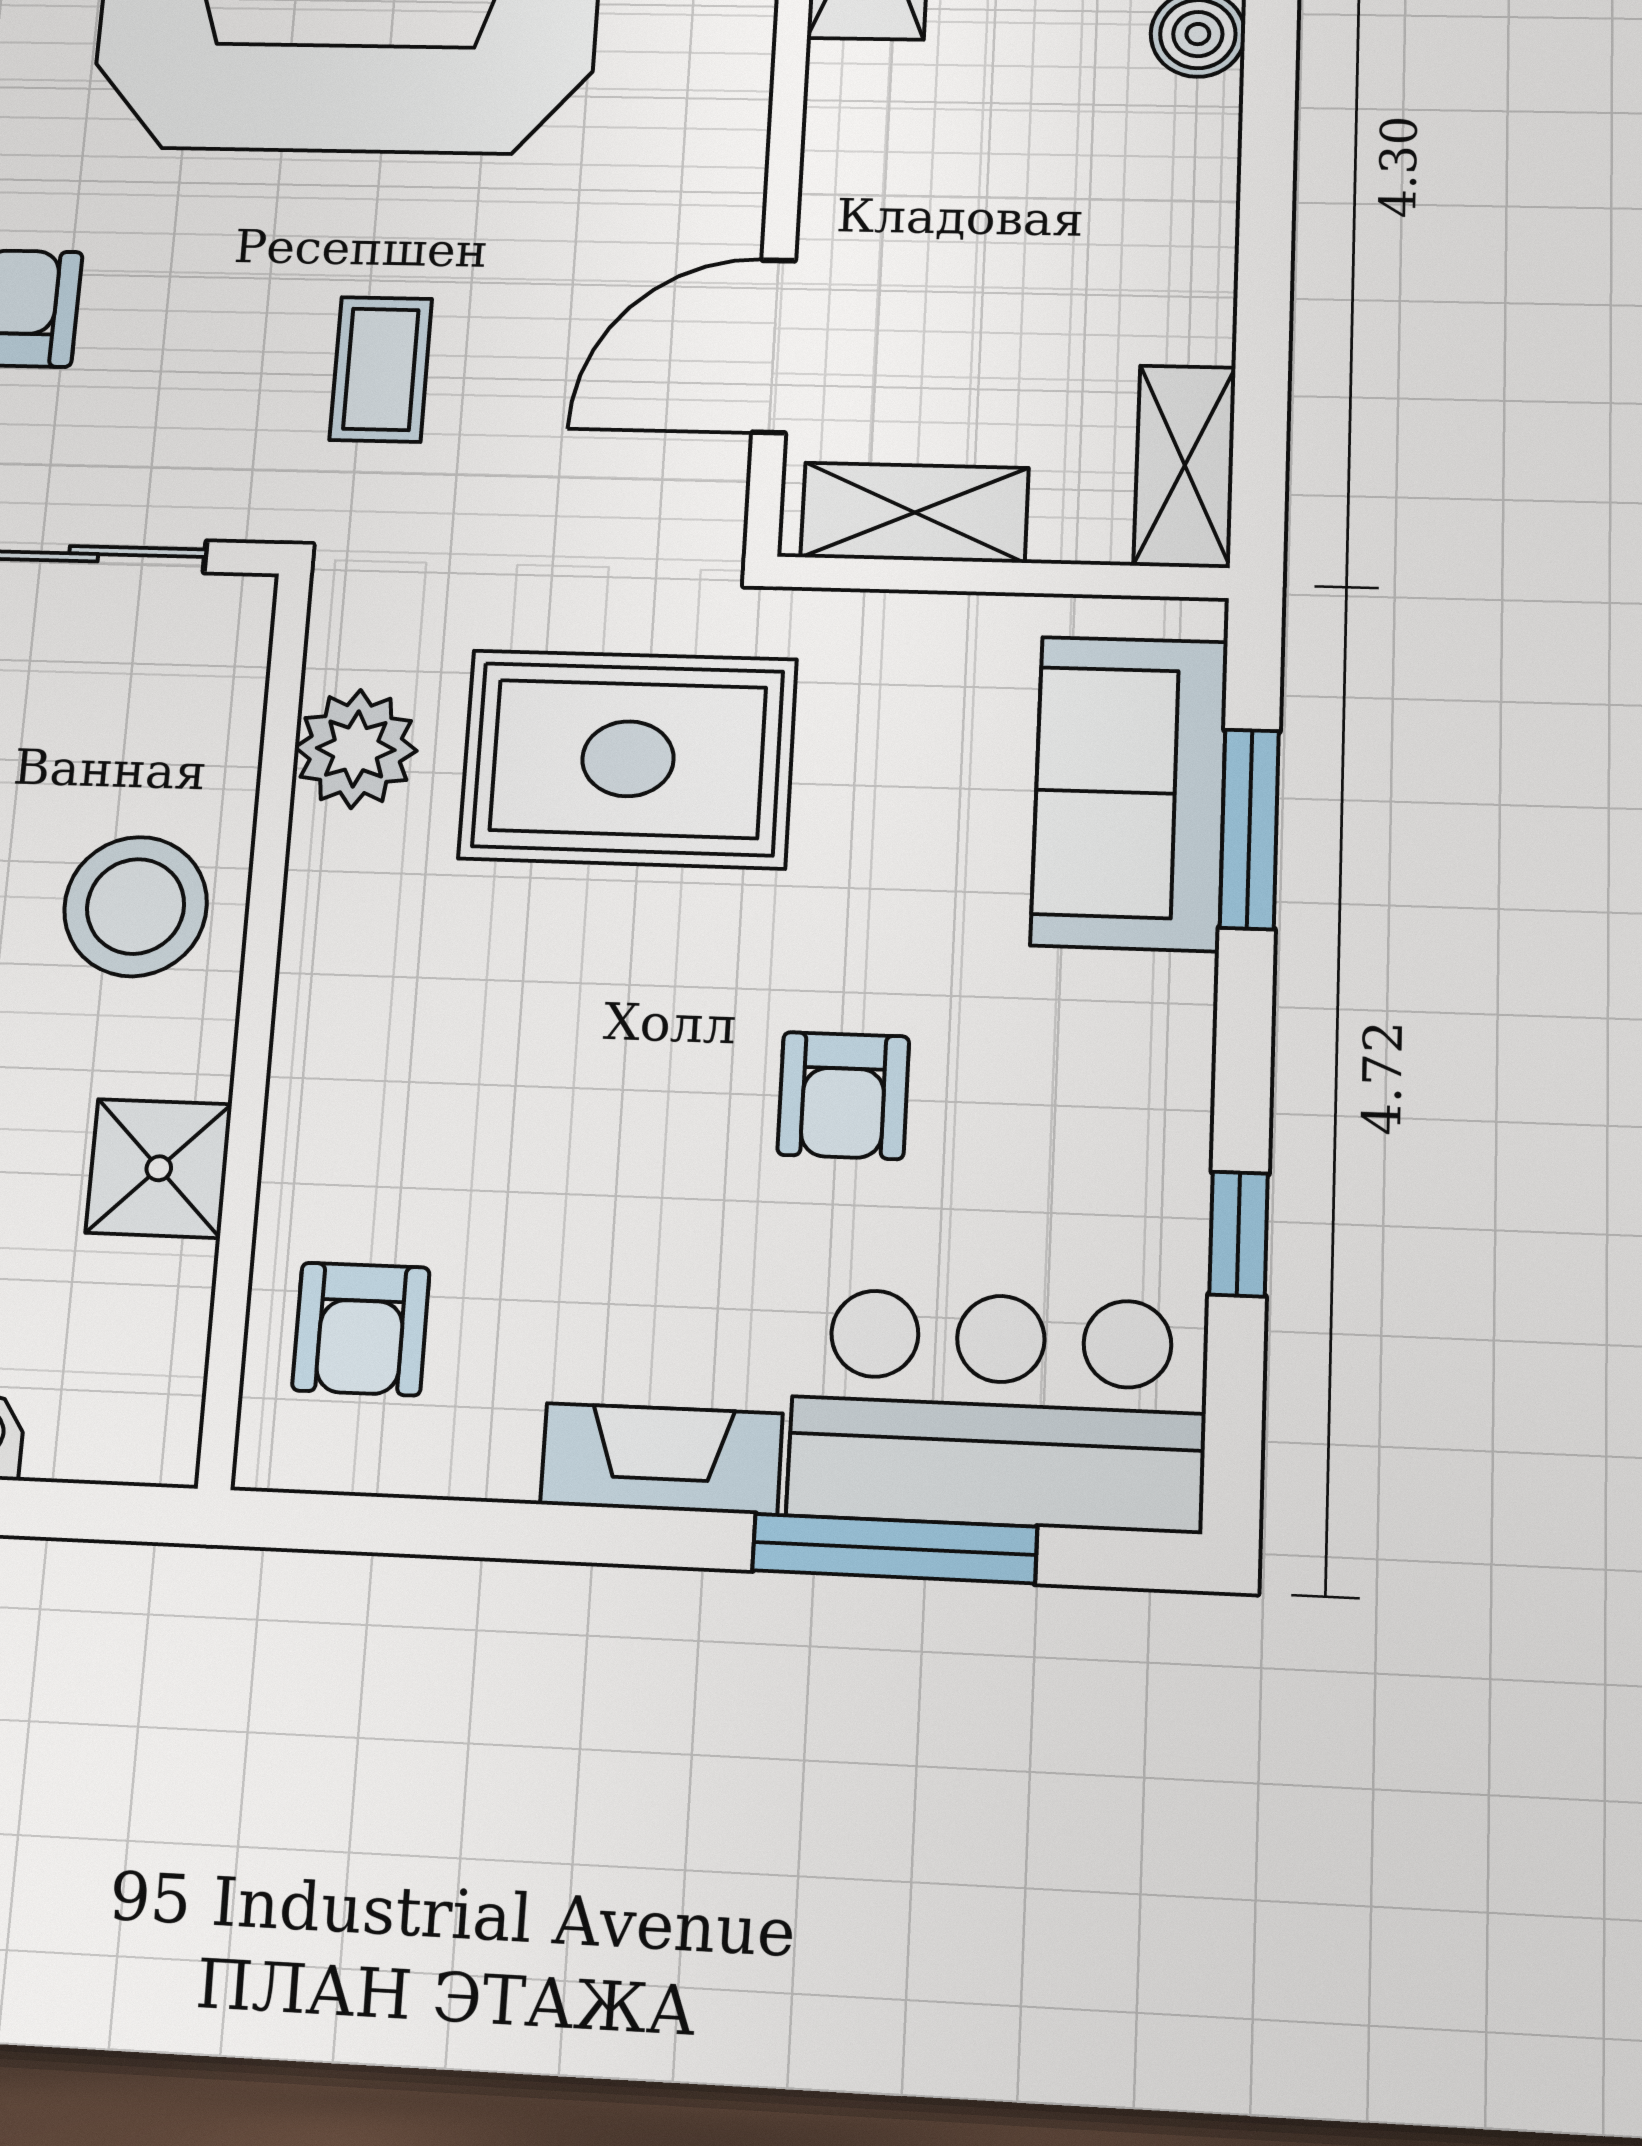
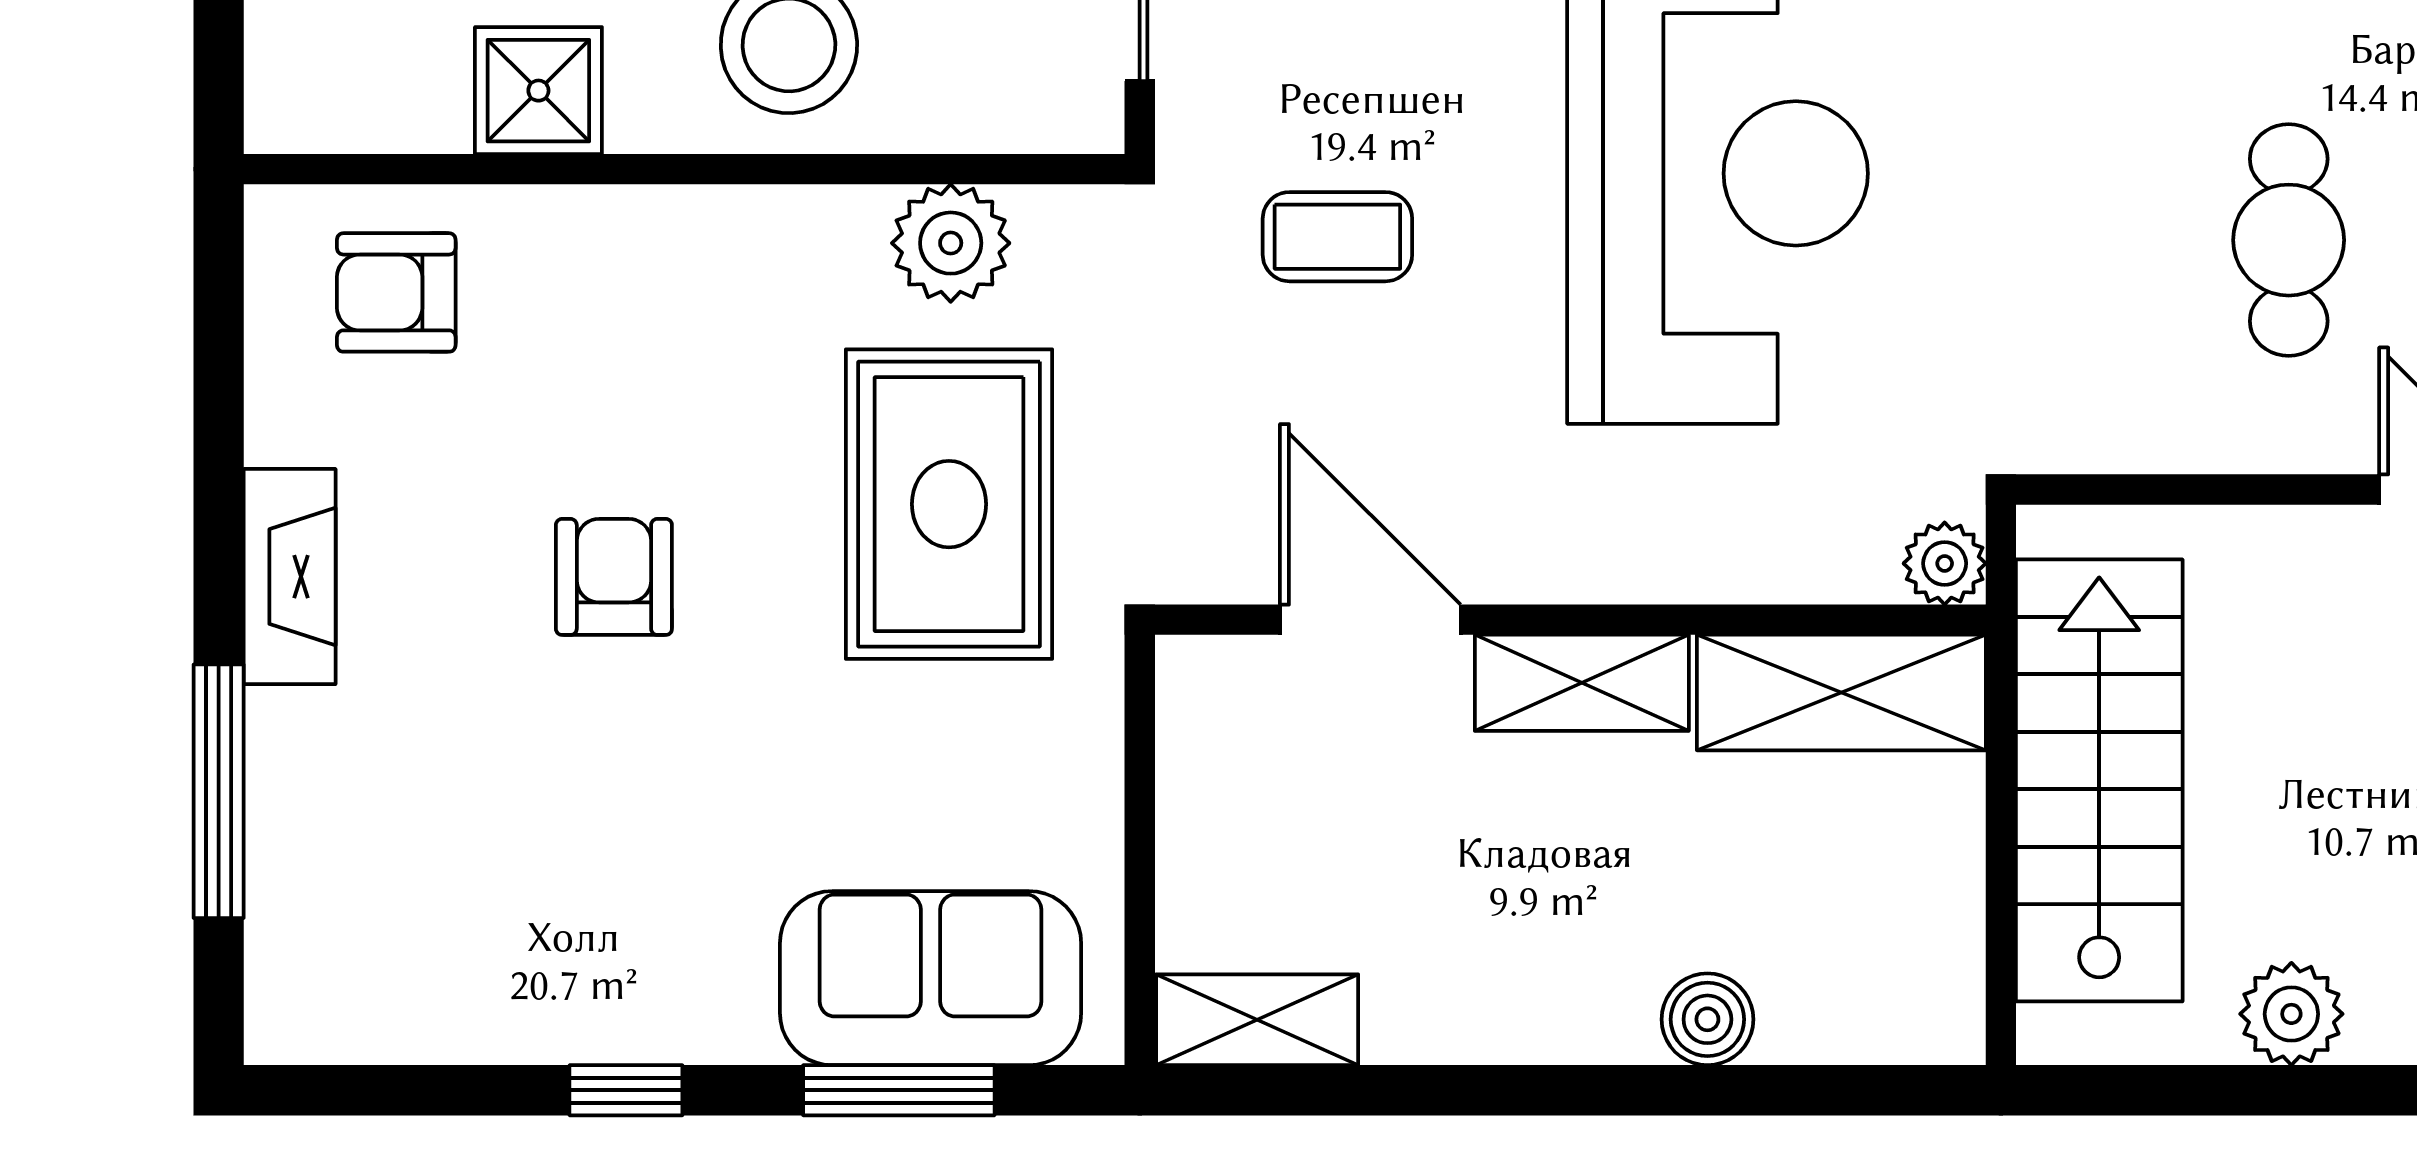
shelving: (915, 512) -> (1582, 683), moved, turned 90
armchair: (843, 1095) -> (614, 577), moved, turned 90
window: (1239, 1234) -> (626, 1090), moved
bar counter: (998, 1410) -> (347, 879), removed

